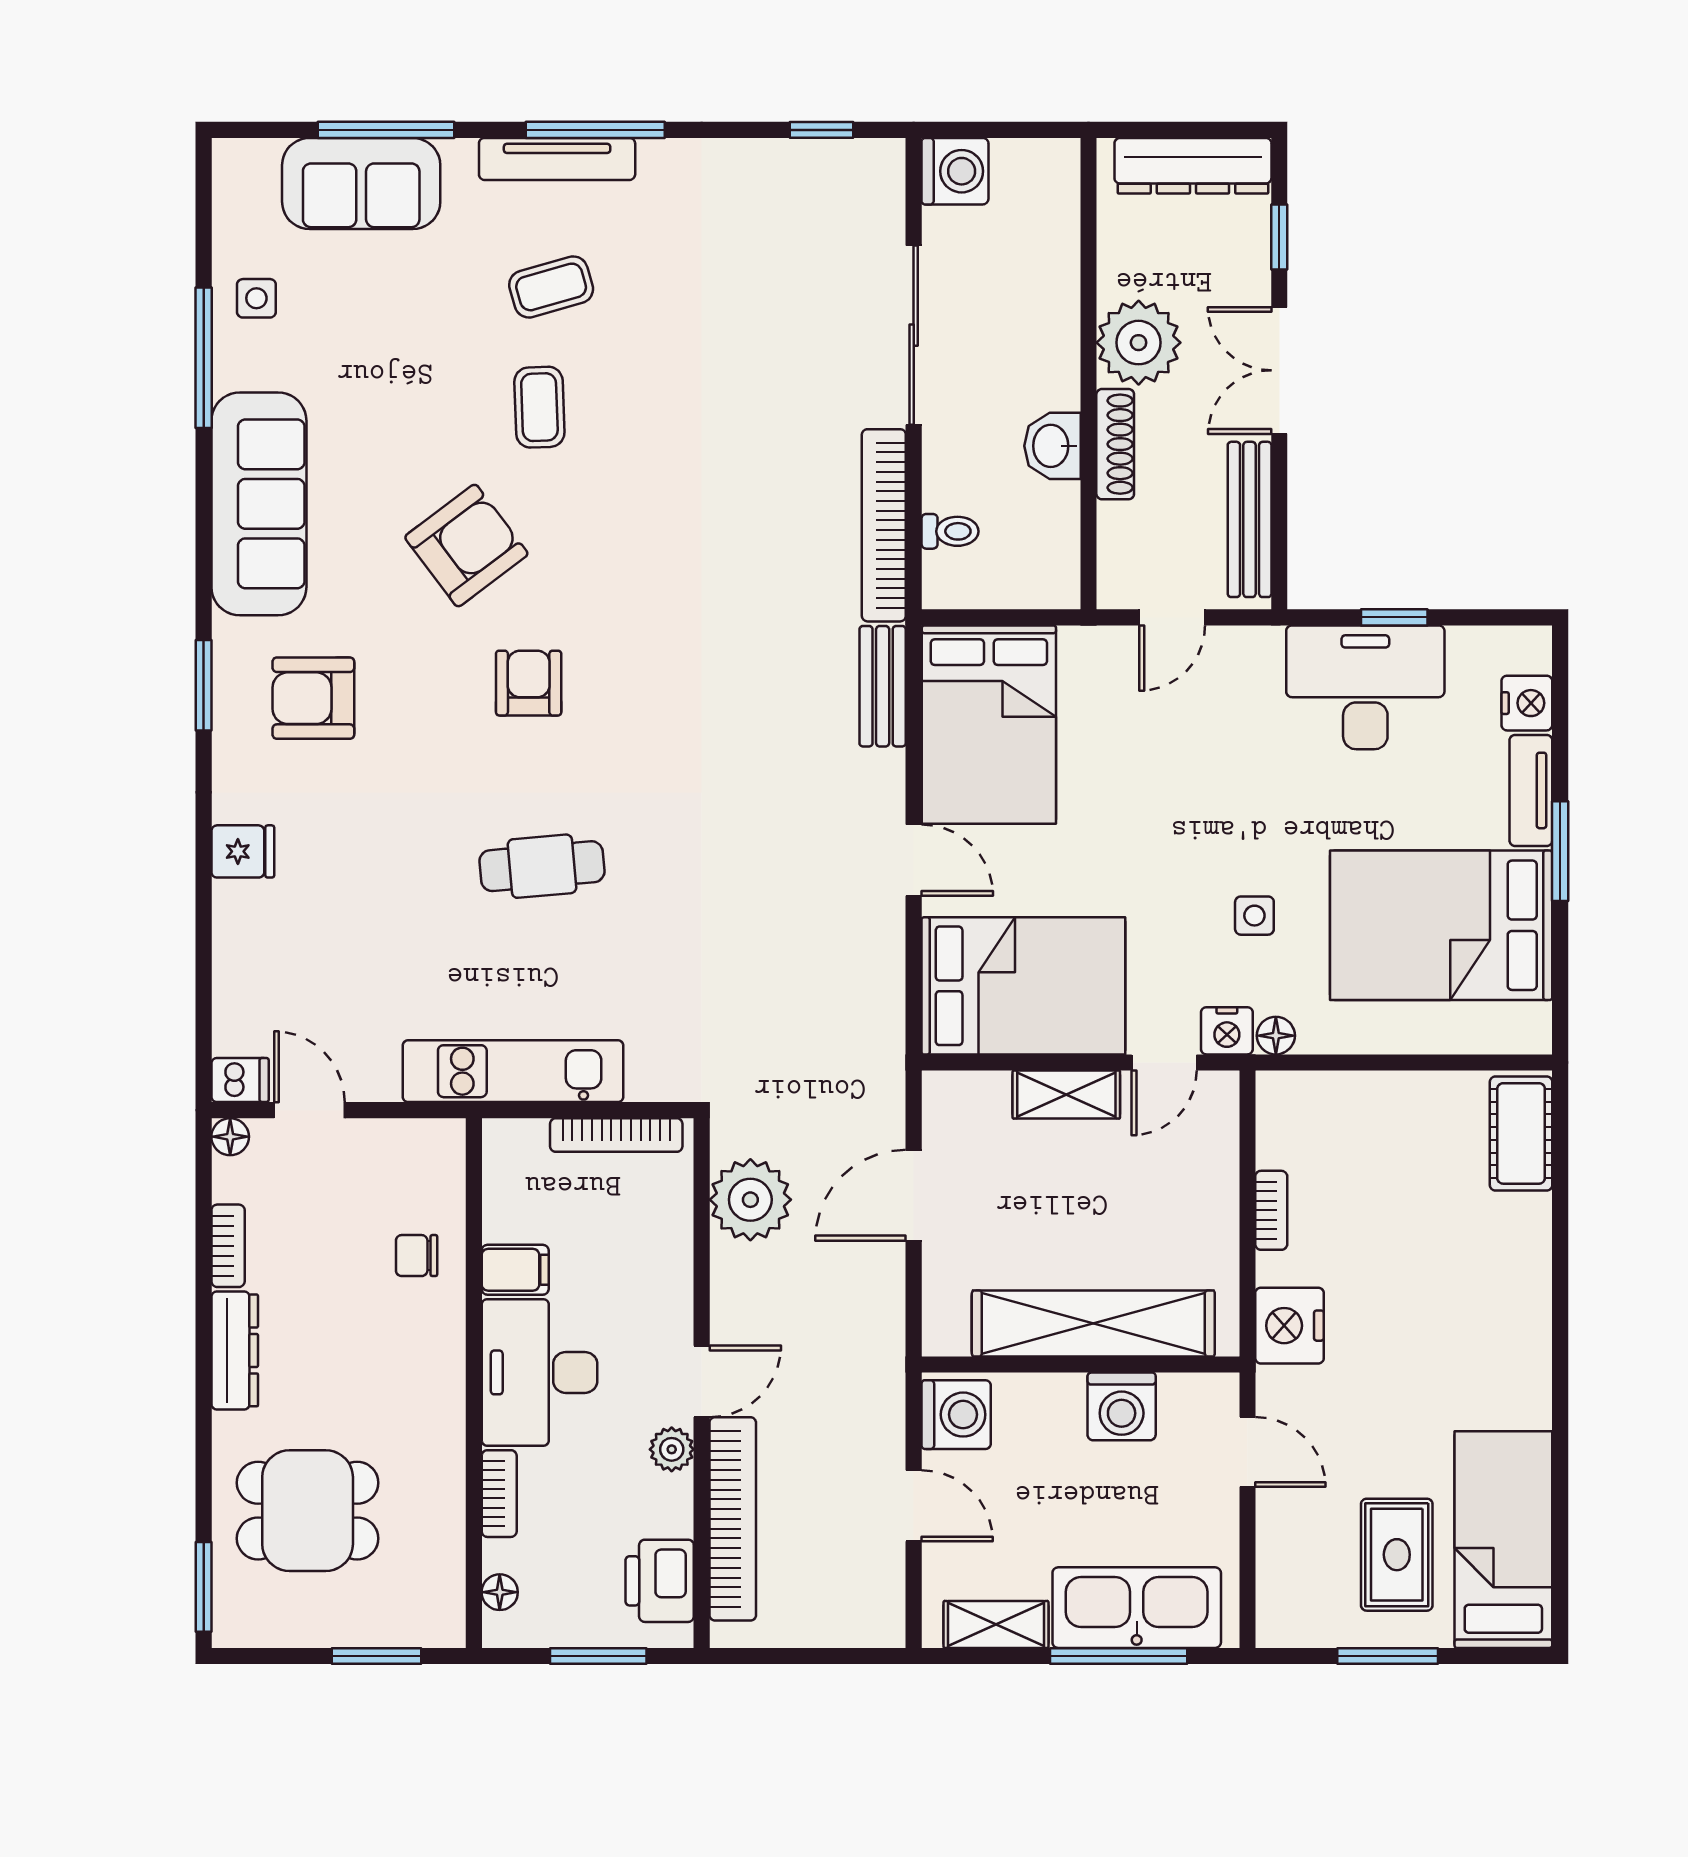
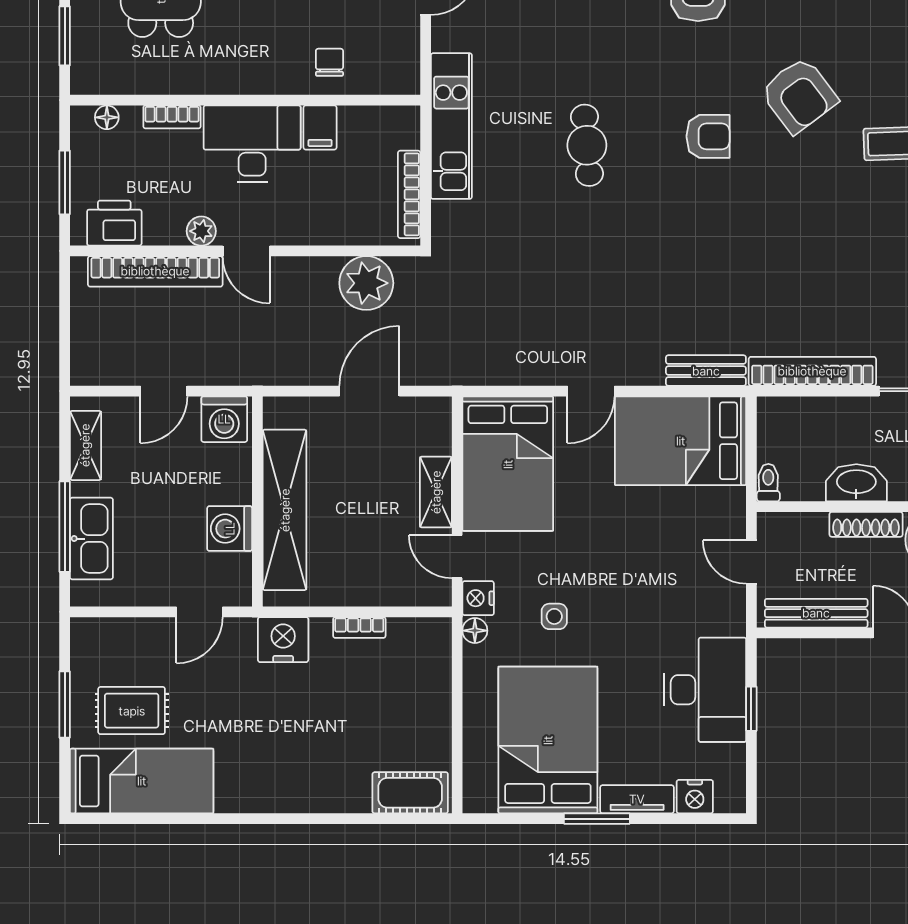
washbasin: (1052, 446) -> (856, 483), width x1.38
toilet: (950, 531) -> (768, 483), moved, turned 180
door: (914, 1195) -> (369, 391), hinge flipped
kitchen sink: (1137, 1608) -> (91, 539), width x0.73, depth x0.81

